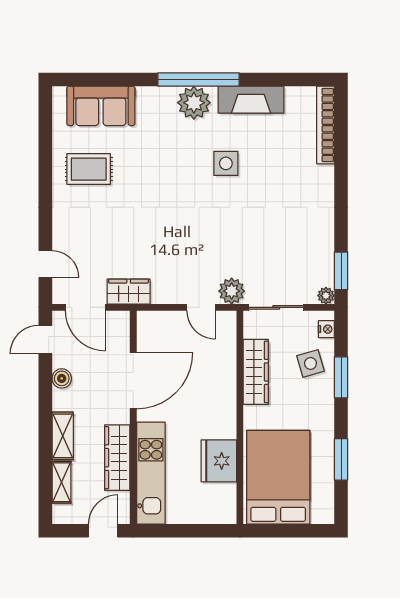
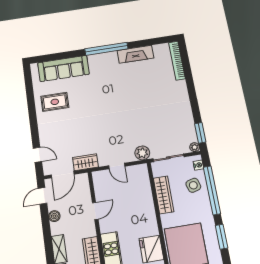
plant: (194, 103) -> (106, 60), removed
sofa: (101, 106) -> (63, 68), width x1.36
side table: (226, 163) -> (128, 88), removed
door: (85, 307) -> (63, 175), hinge flipped
door: (201, 307) -> (117, 166), moved
window: (341, 377) -> (212, 190), width x2.11
door: (133, 381) -> (95, 211), width x0.53

